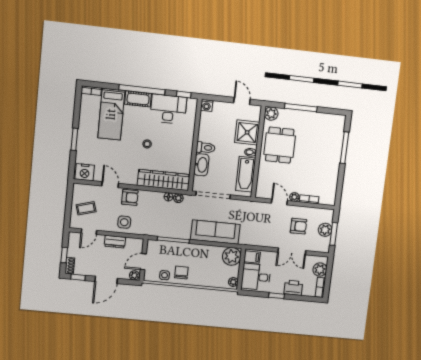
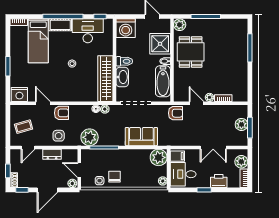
washing machine: (207, 105) -> (126, 28), width x1.89, depth x1.89
wardrobe: (164, 180) -> (105, 79), moved, turned -90
armchair: (298, 226) -> (175, 113), moved
plant: (158, 227) -> (90, 137), added
sofa: (215, 232) -> (141, 137), width x0.73
door: (143, 262) -> (79, 170), hinge flipped

